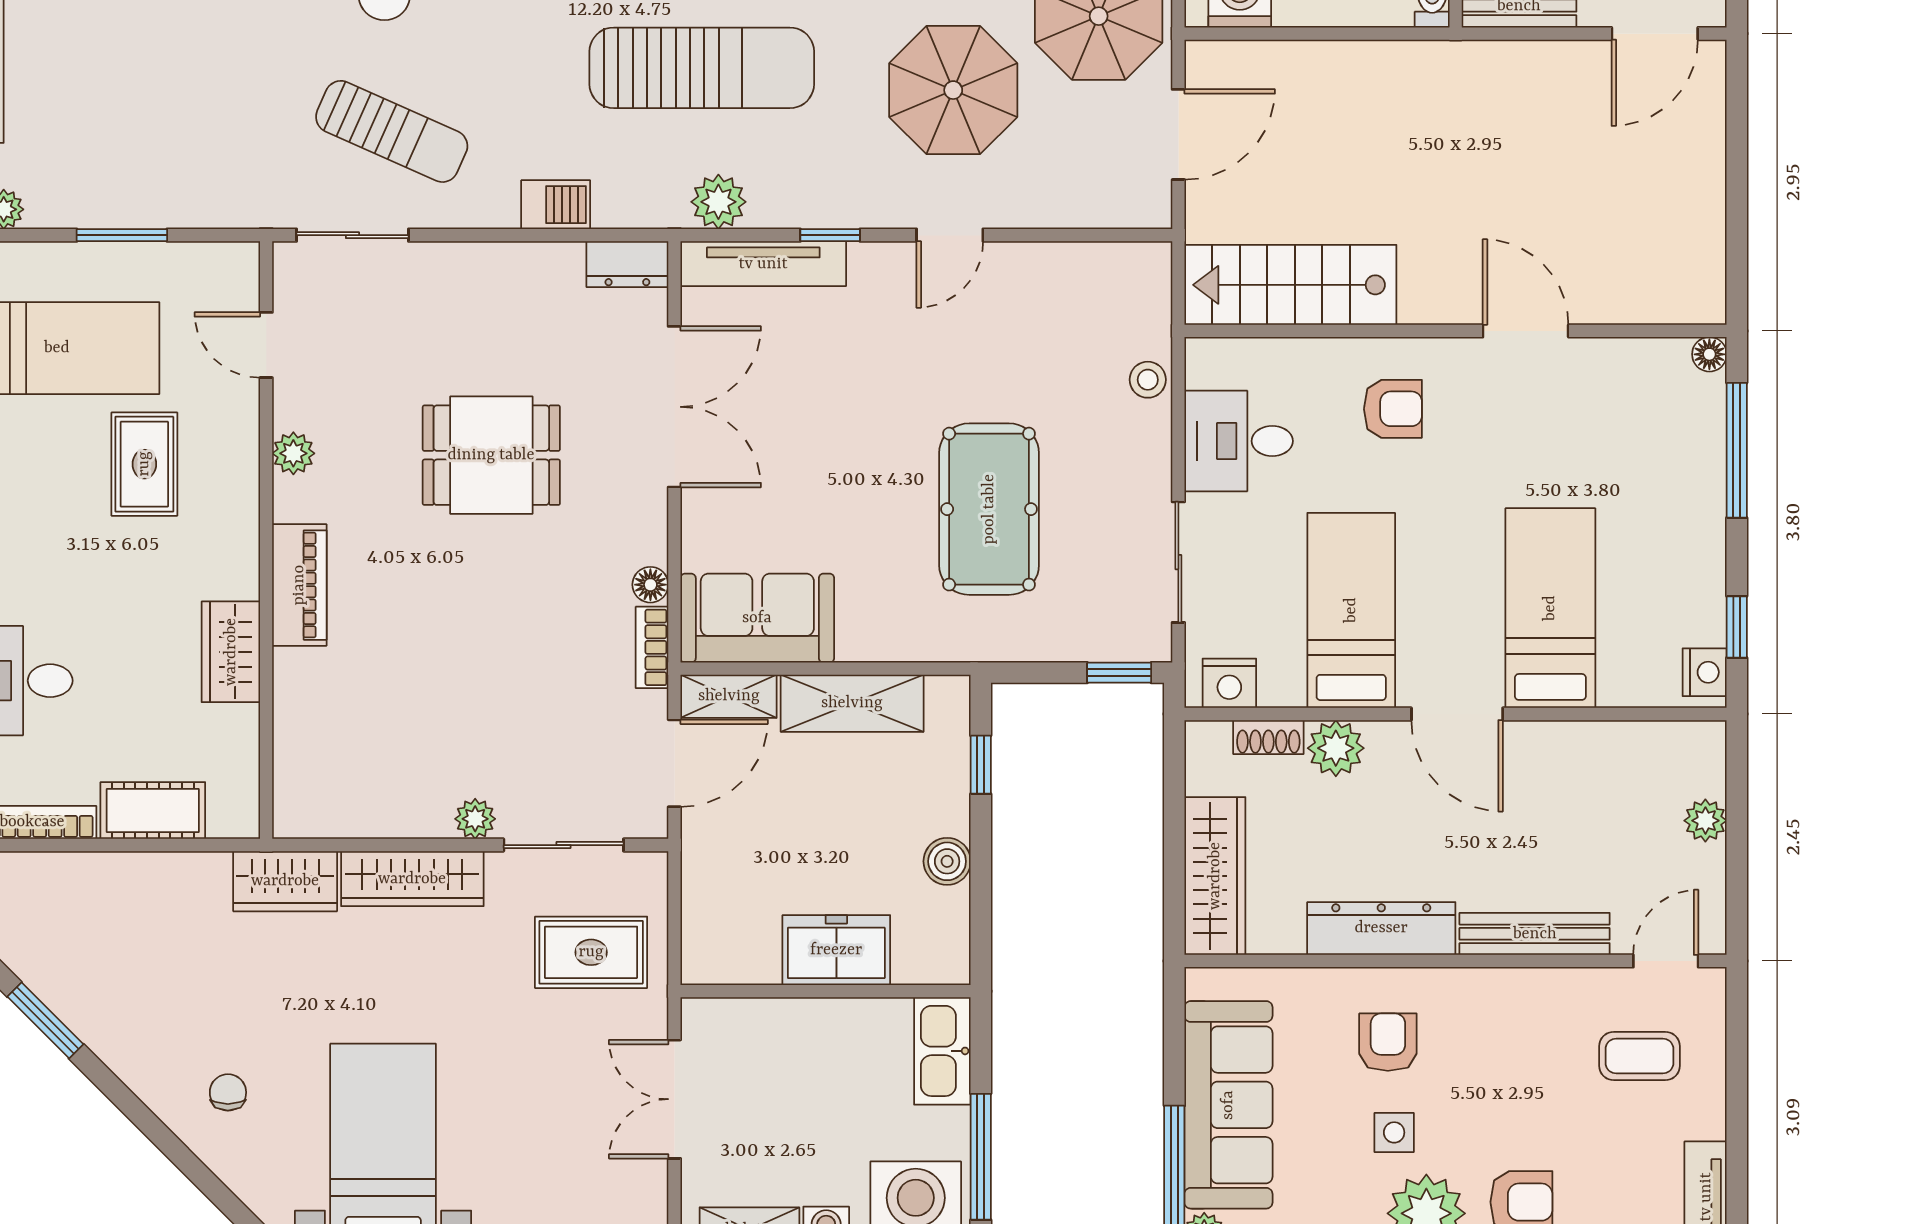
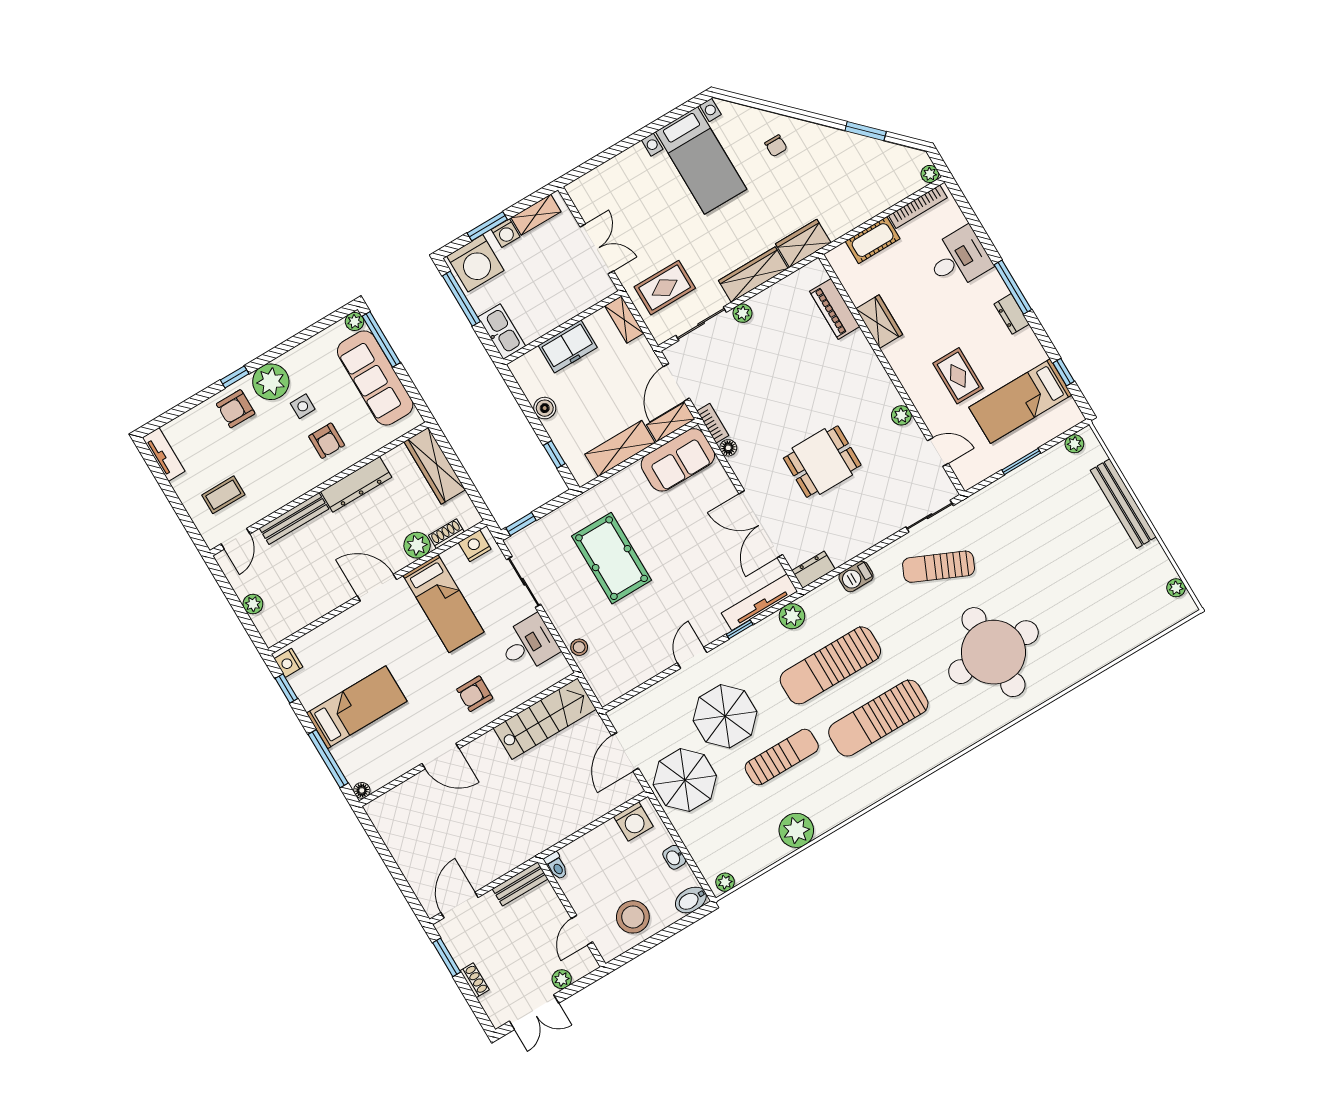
piano: (299, 585) -> (835, 309), moved
bed: (1550, 608) -> (357, 707), moved, turned -90
shelving: (702, 938) -> (624, 320), added

